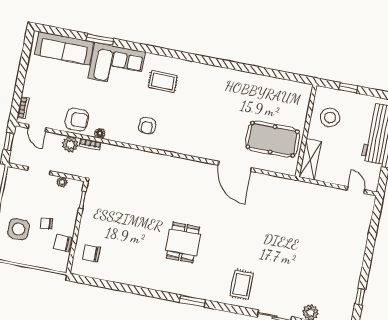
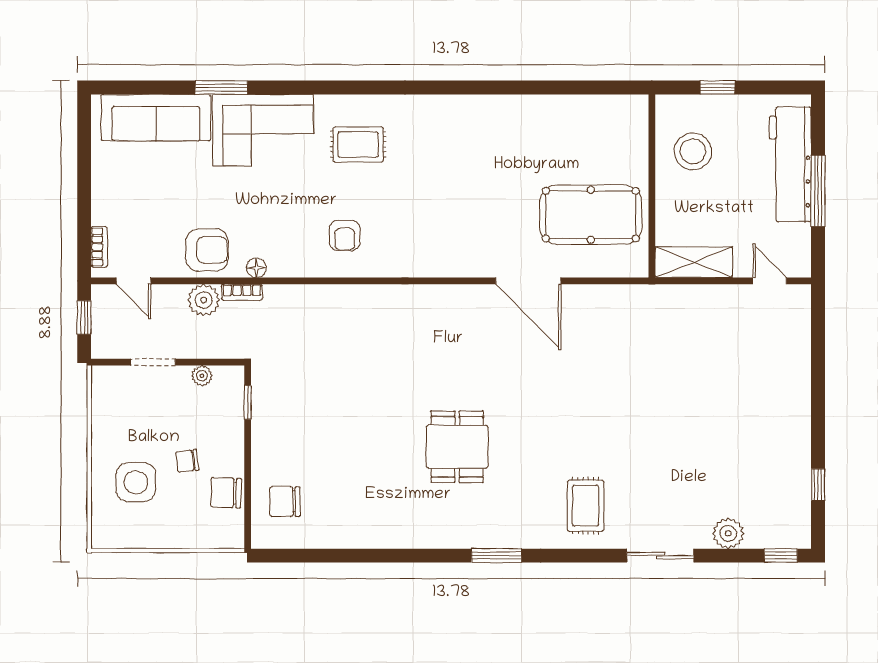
shelving: (310, 159) -> (694, 262), moved, turned 90

